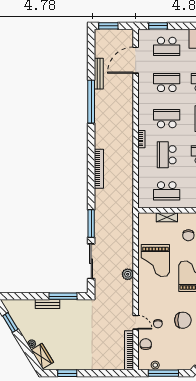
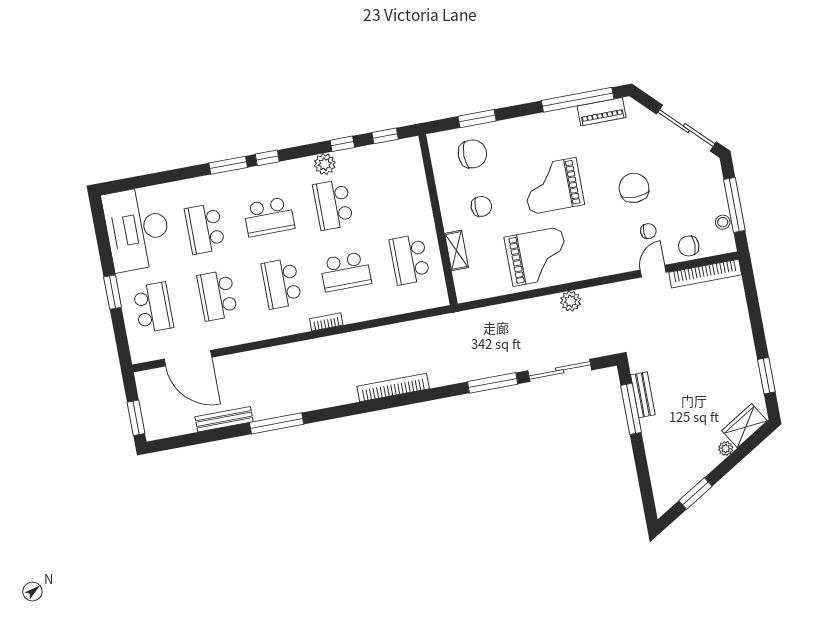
window: (158, 26) -> (113, 292), moved
window: (91, 102) -> (277, 423), width x0.68
school desk: (167, 191) -> (410, 260), turned 180
bench: (47, 304) -> (643, 395), moved

